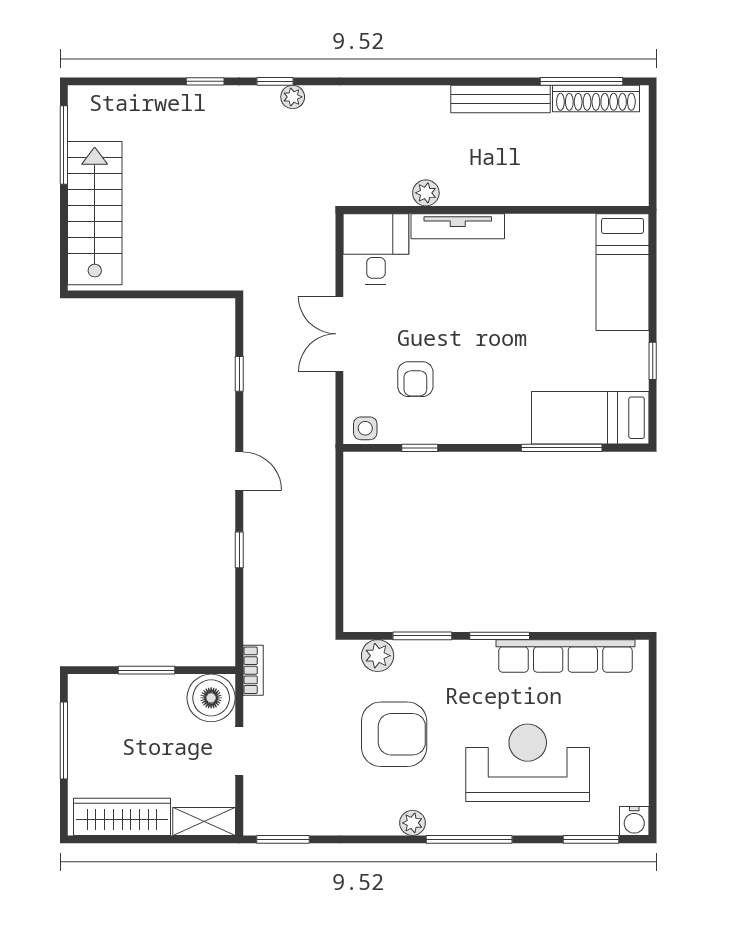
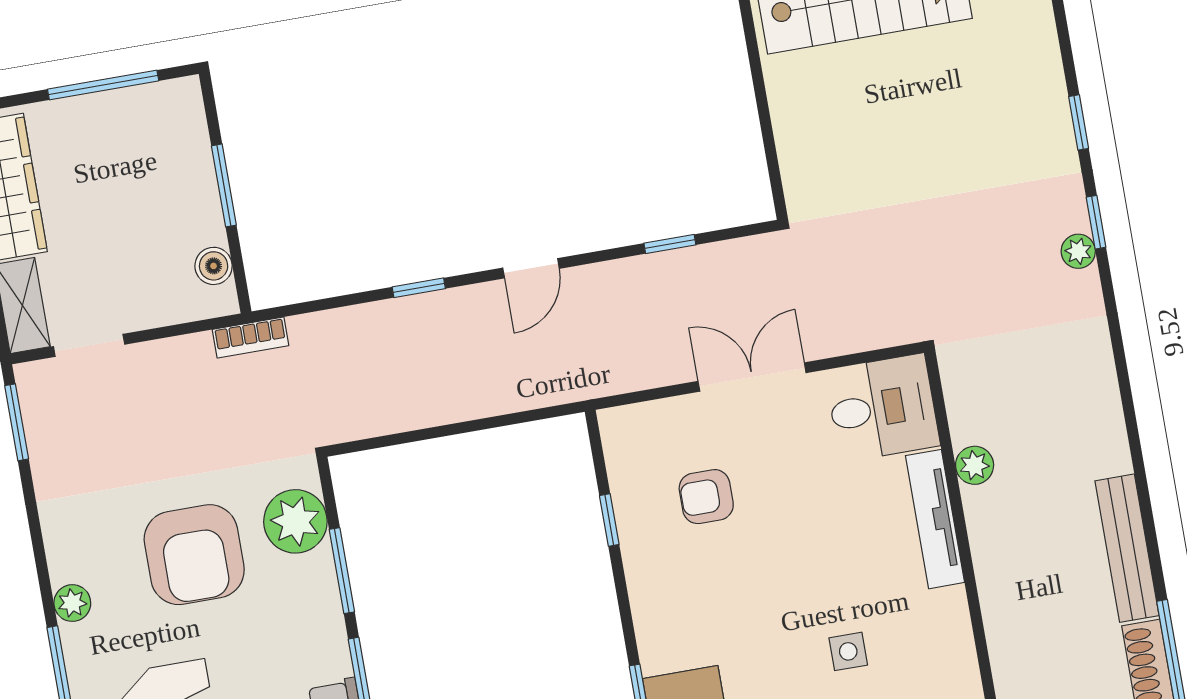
side table: (365, 428) -> (848, 651), moved
plant: (378, 656) -> (295, 521), width x1.36, depth x1.36
boiler: (211, 698) -> (214, 266), width x0.54, depth x0.54
doorway: (239, 751) -> (89, 345), moved

